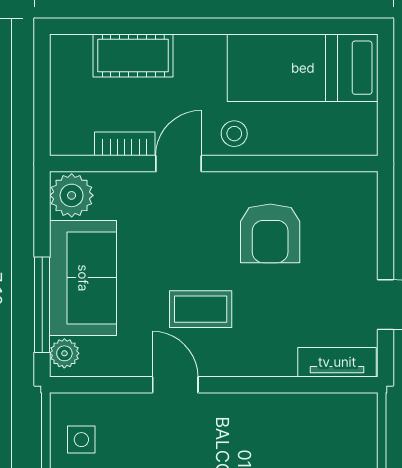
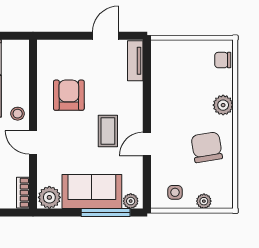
bookcase: (125, 144) -> (23, 193), moved
armchair: (270, 233) -> (69, 95), turned -90

